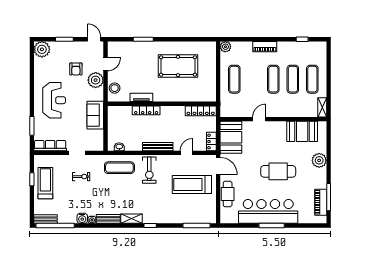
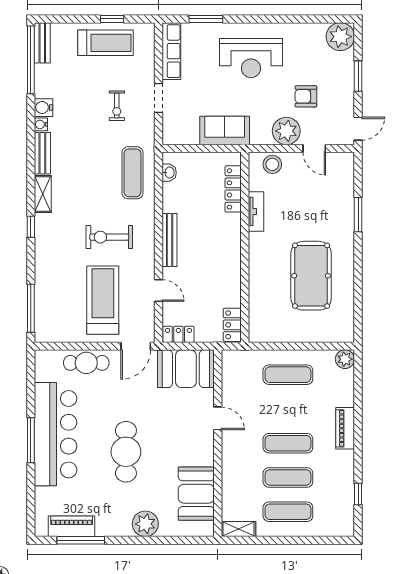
locker: (146, 110) -> (233, 189), moved
locker: (201, 111) -> (232, 325), width x0.66
exercise bike: (149, 170) -> (109, 237), moved

